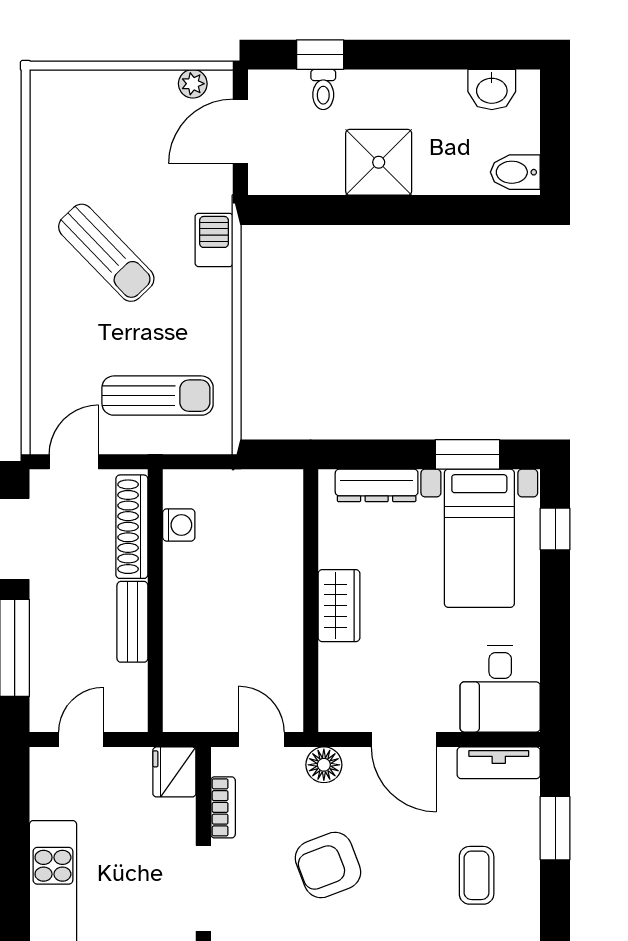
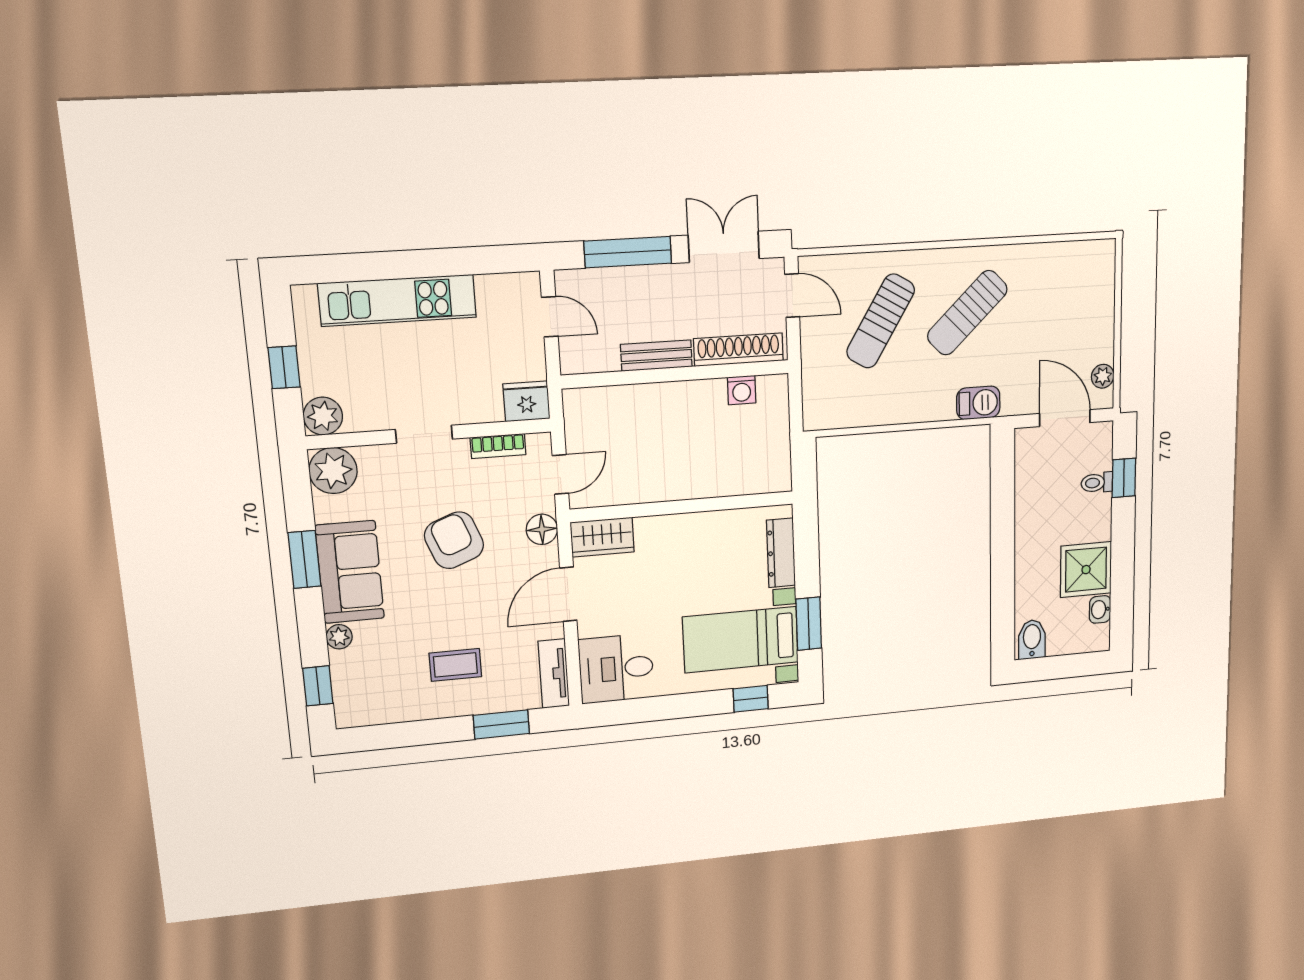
washbasin: (492, 90) -> (1100, 609), width x0.72, depth x0.69
shower: (379, 162) -> (1086, 570), moved
sun lounger: (158, 396) -> (881, 321), moved, turned 31
wardrobe: (339, 606) -> (602, 537), moved
doorway: (203, 888) -> (424, 434), width x0.73

